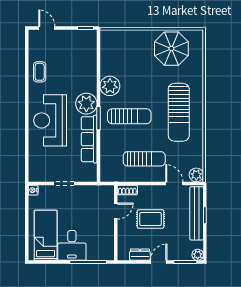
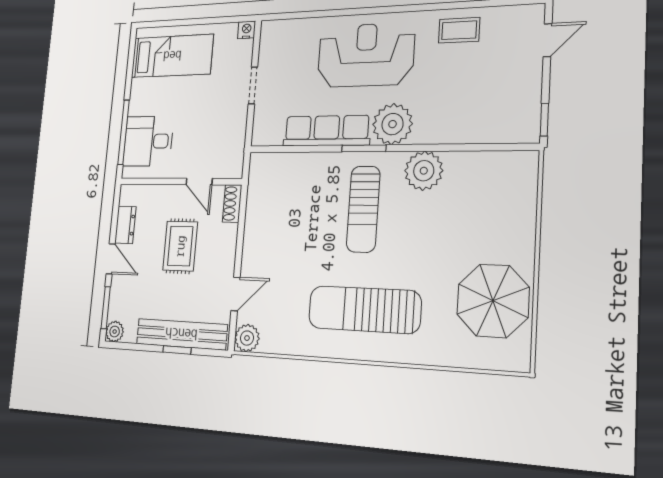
sun lounger: (144, 159) -> (283, 237), removed
desk: (72, 245) -> (148, 141), moved

